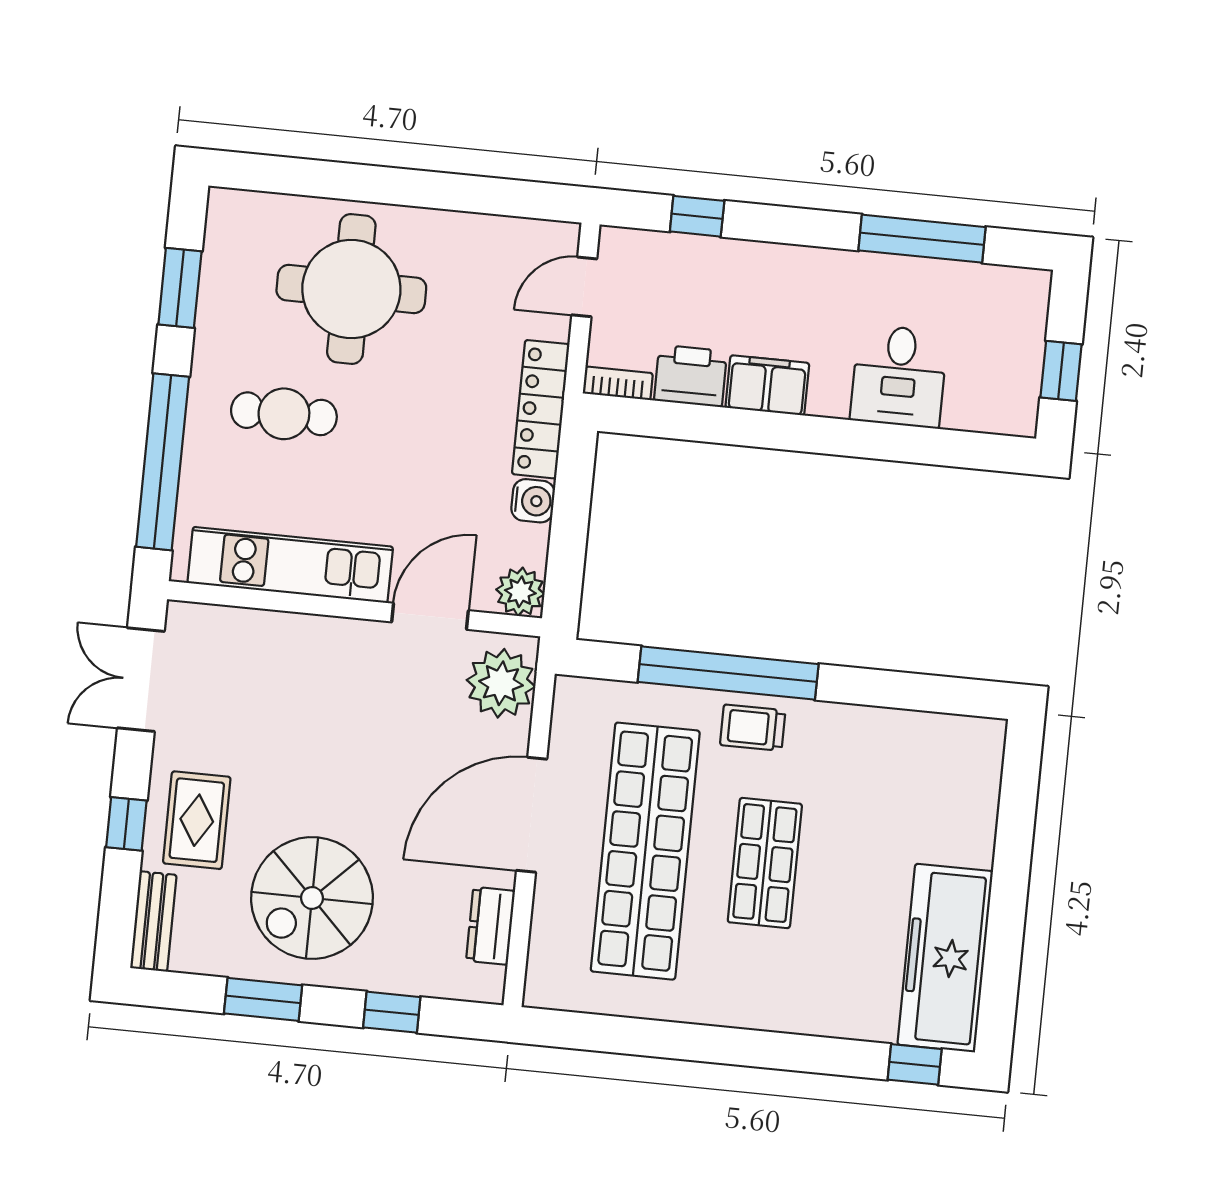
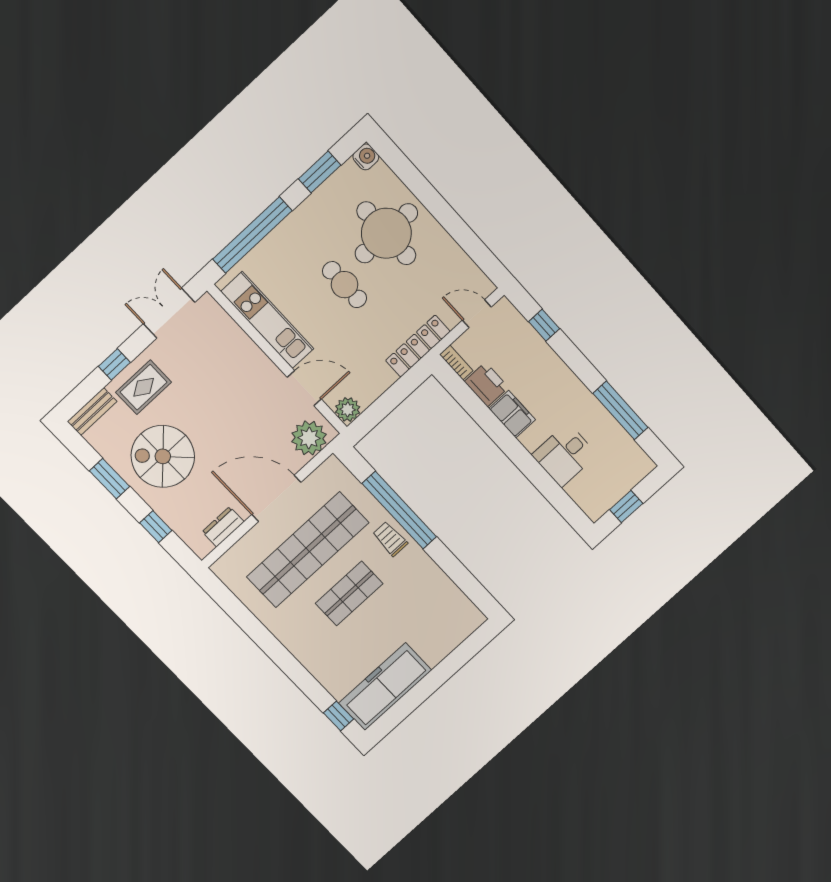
cafe table: (284, 414) -> (345, 285), moved
water cooler: (533, 501) -> (366, 157), moved, turned -90

